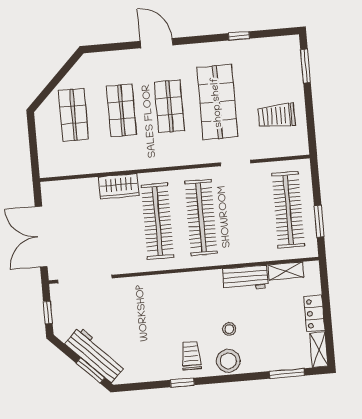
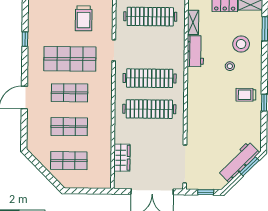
wardrobe: (119, 186) -> (122, 158), moved
stool: (228, 361) -> (241, 44), moved

